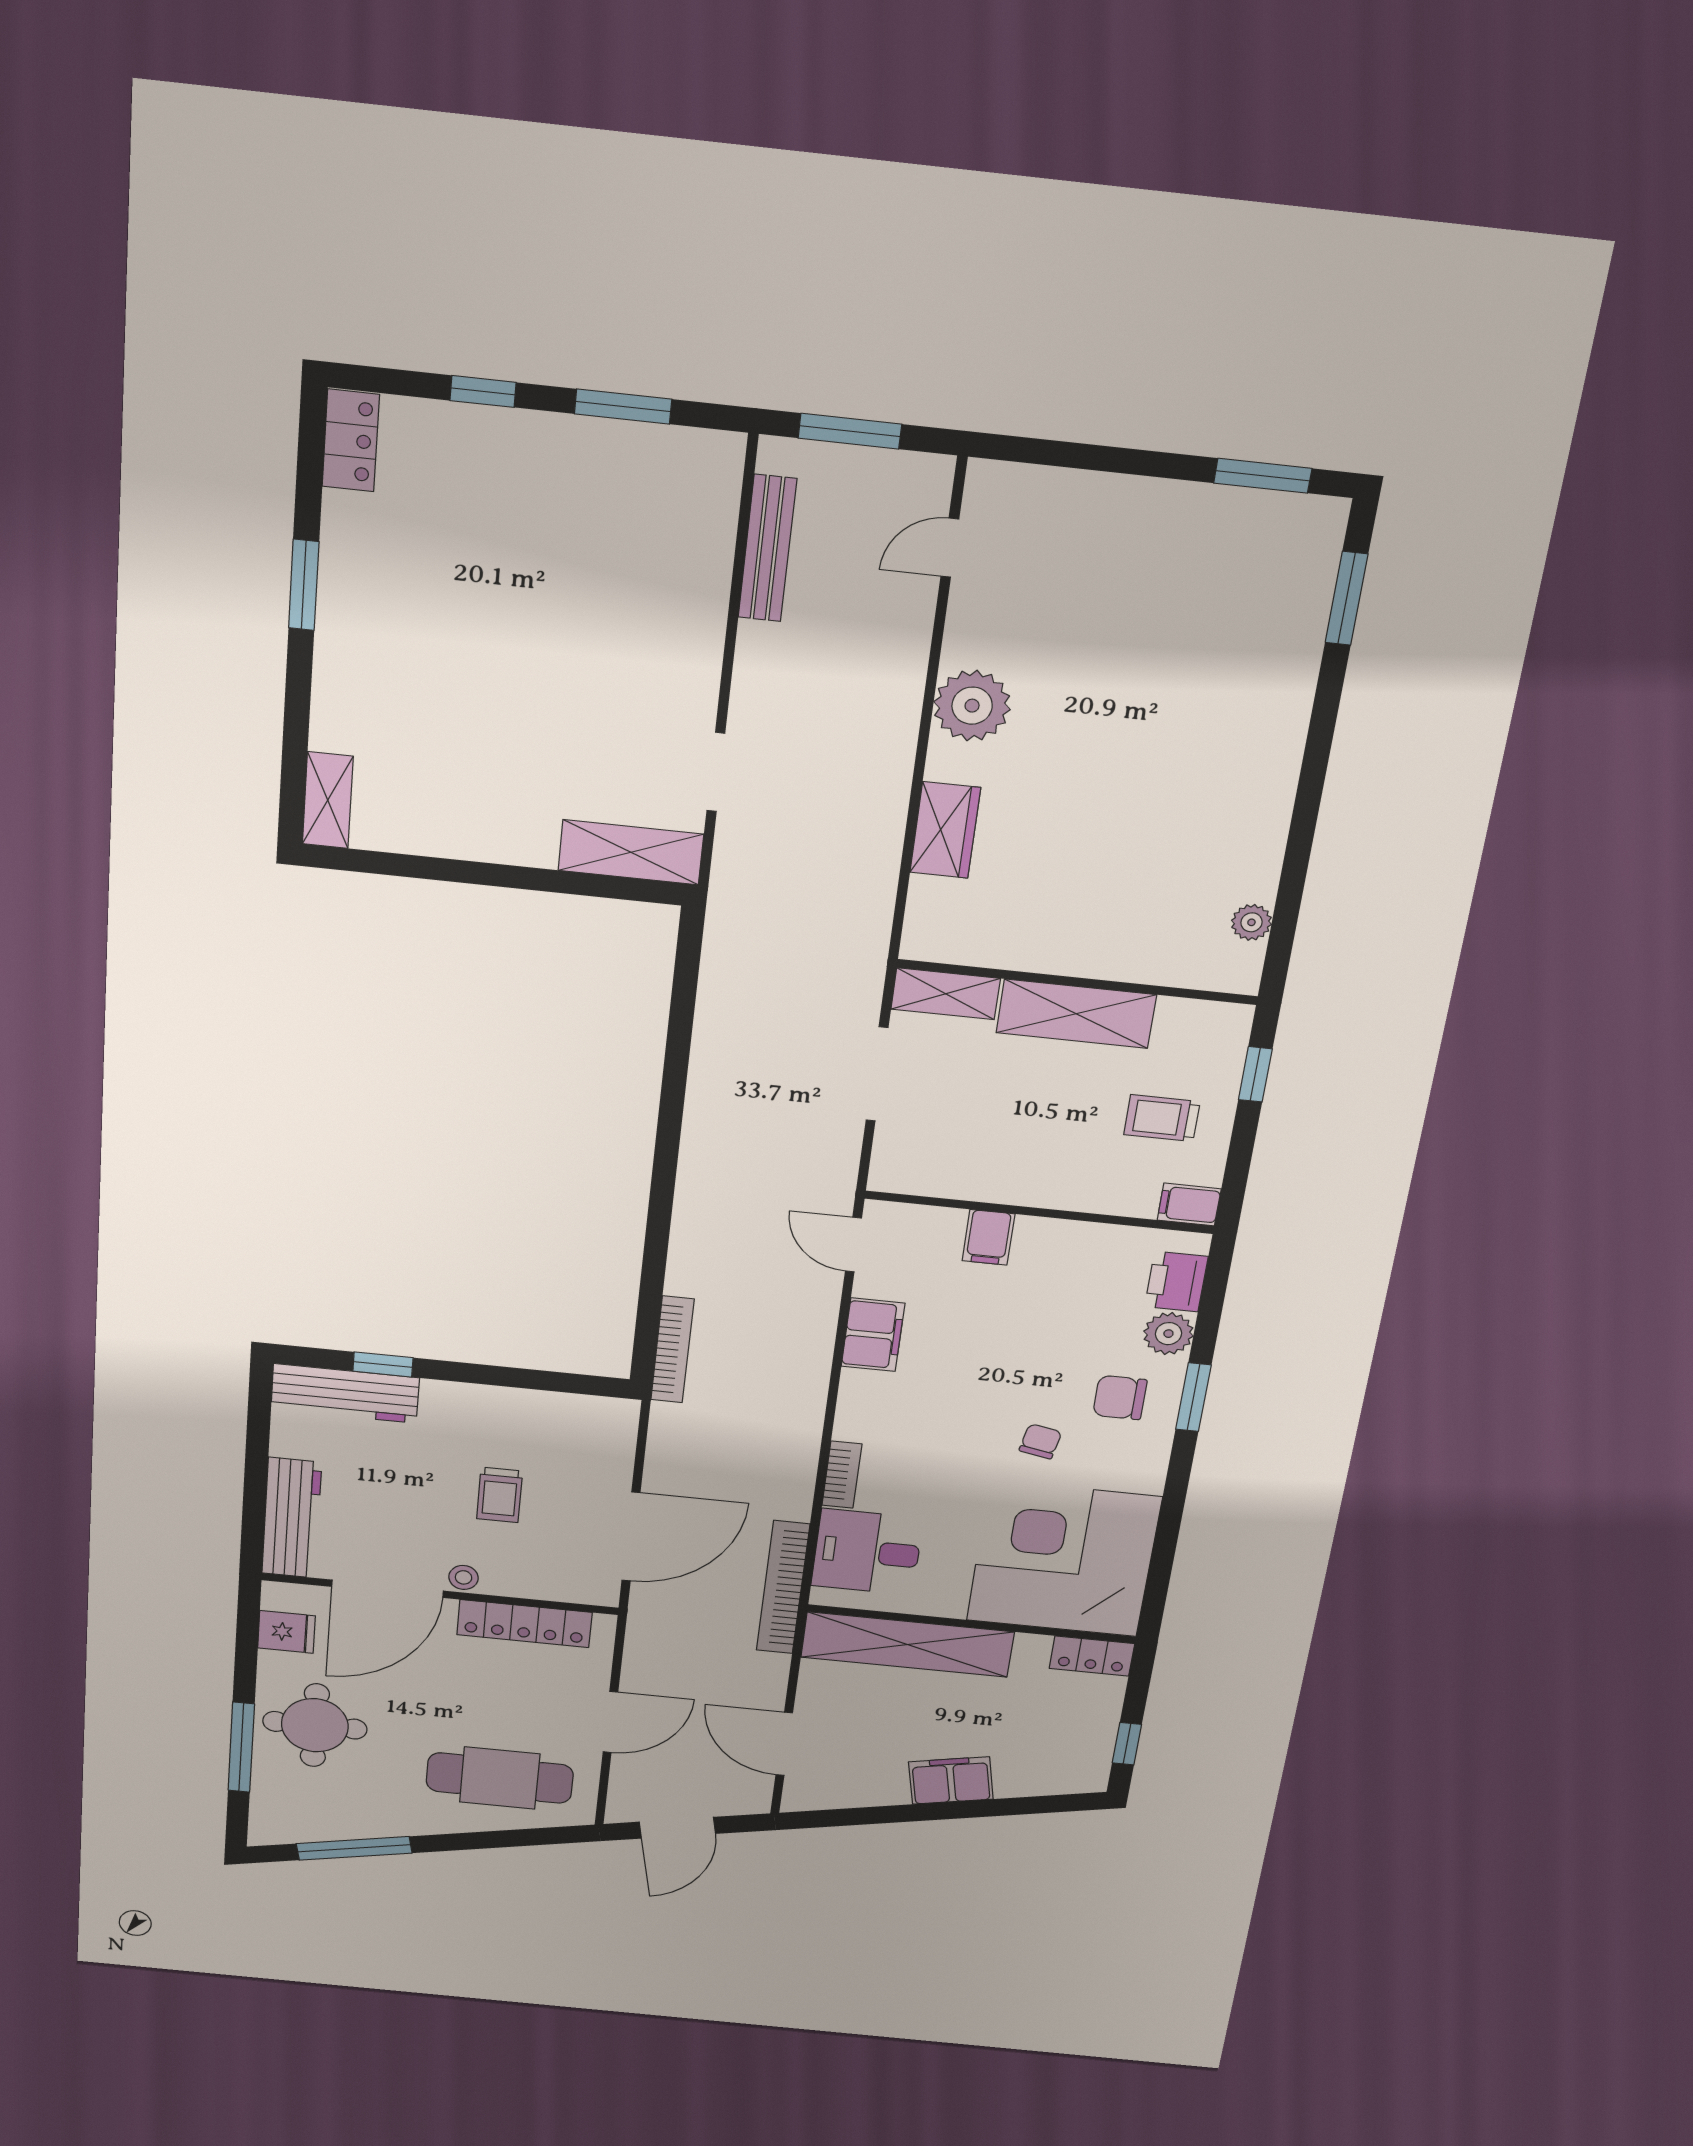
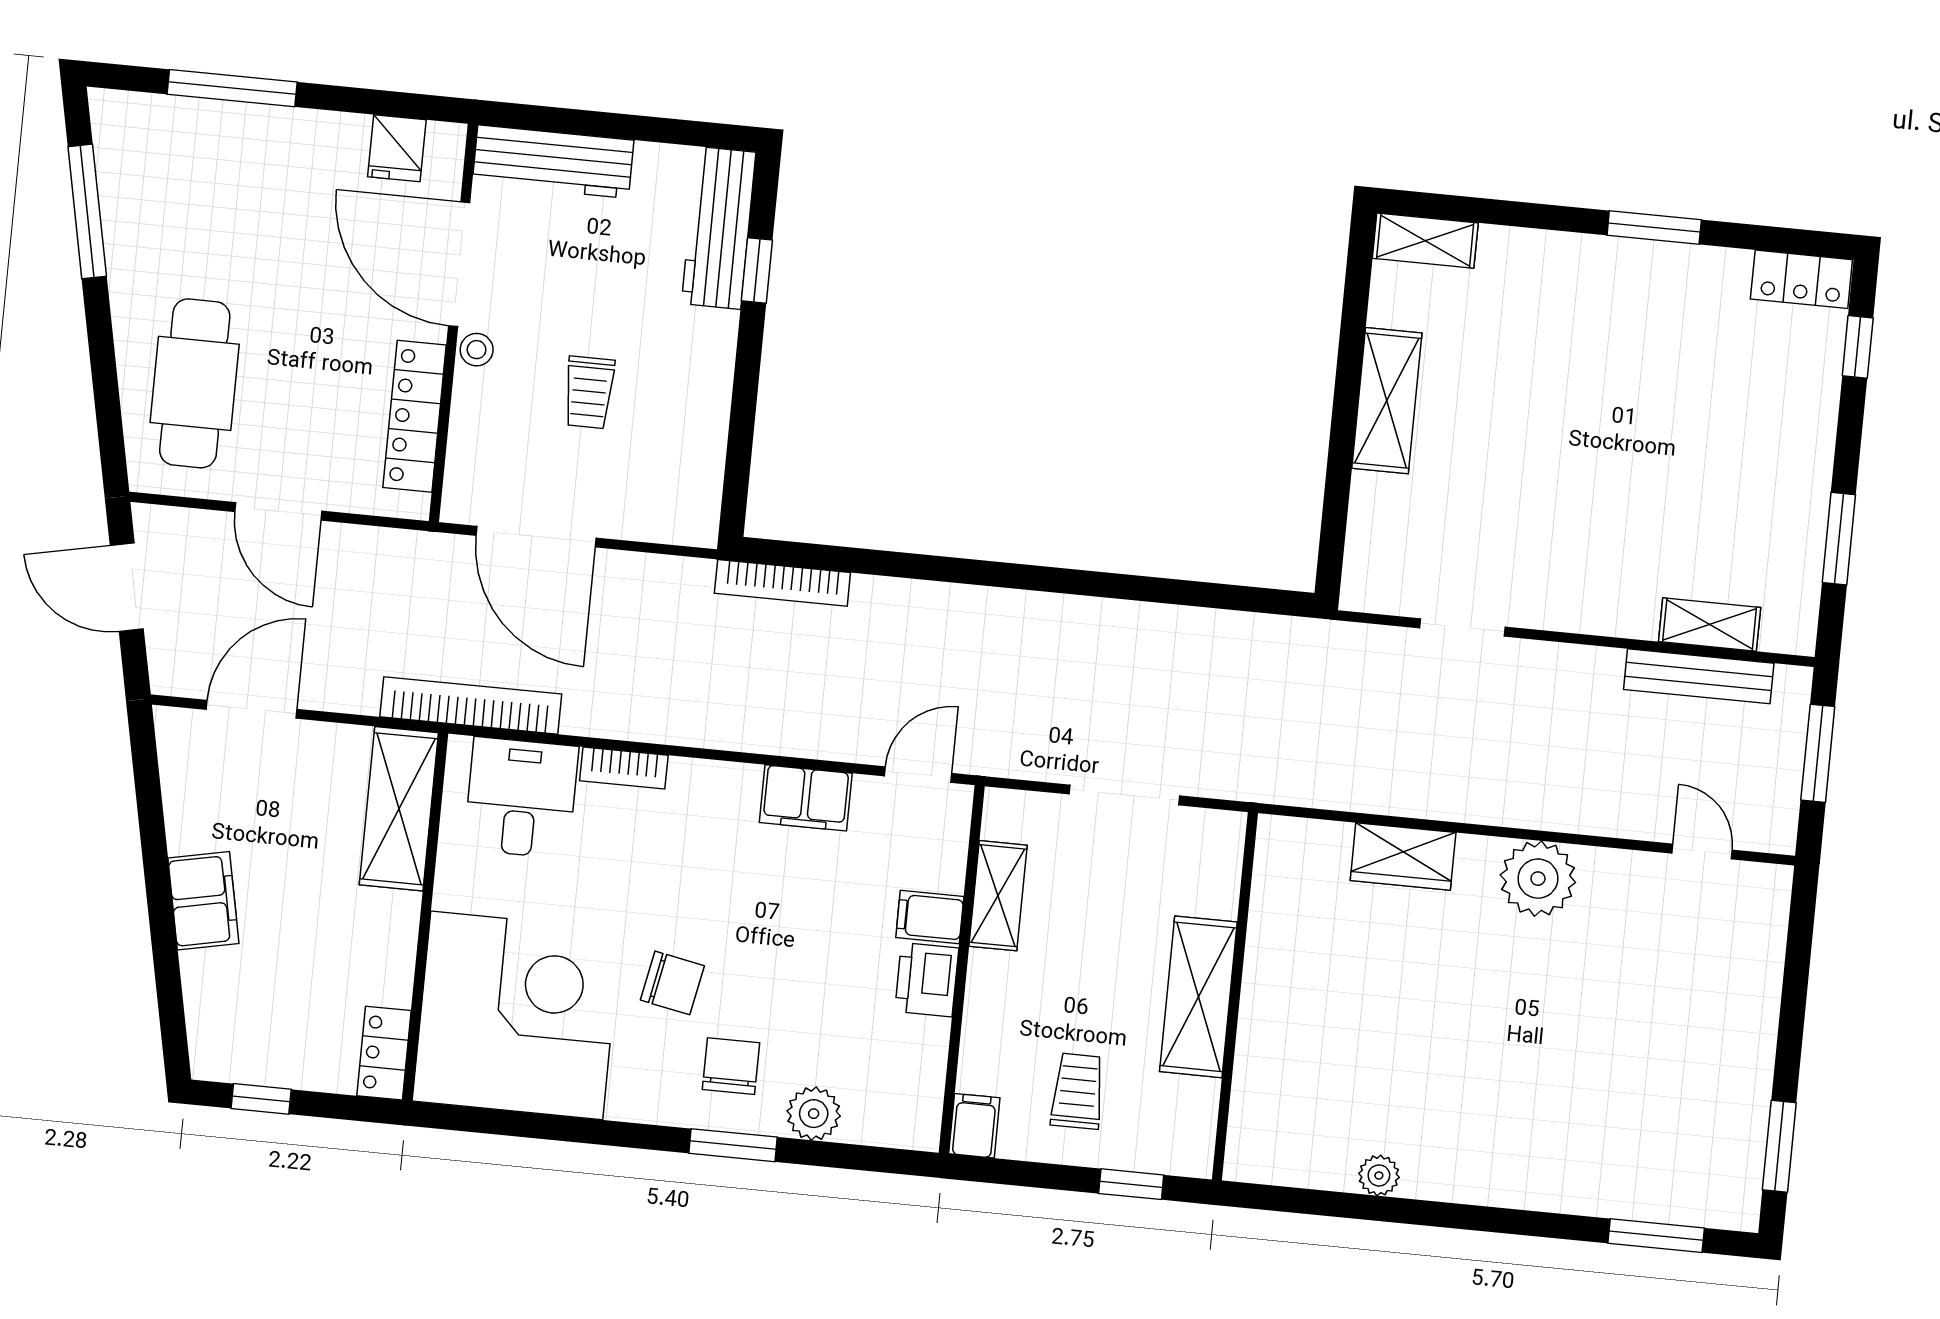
window: (483, 391) -> (1858, 347), moved
shelving: (714, 537) -> (1710, 624), added
shelving: (631, 852) -> (1387, 401), moved
plant: (1251, 922) -> (1379, 1175), moved
shelving: (946, 994) -> (998, 896), moved
printer: (1176, 1282) -> (927, 980), moved, turned -90
chair: (1040, 1441) -> (672, 983), width x1.37, depth x1.37
trolley: (500, 1495) -> (589, 392), turned -90
shelving: (907, 1645) -> (399, 809), width x0.68
round table: (315, 1725) -> (266, 174), removed

